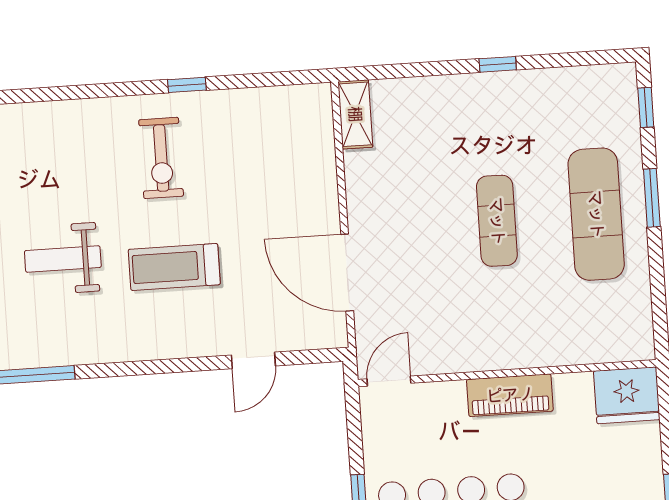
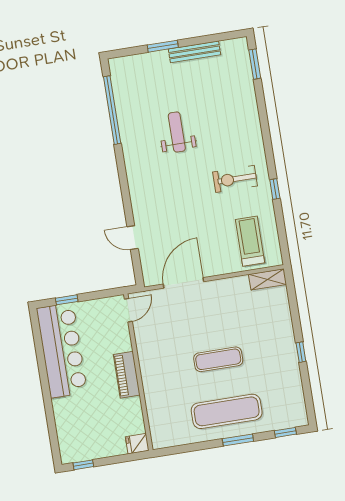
treadmill: (174, 267) -> (250, 241), moved
door: (389, 381) -> (128, 310), hinge flipped
fridge: (627, 395) -> (137, 444), width x0.53, depth x0.75

